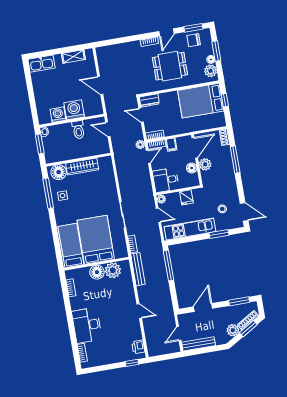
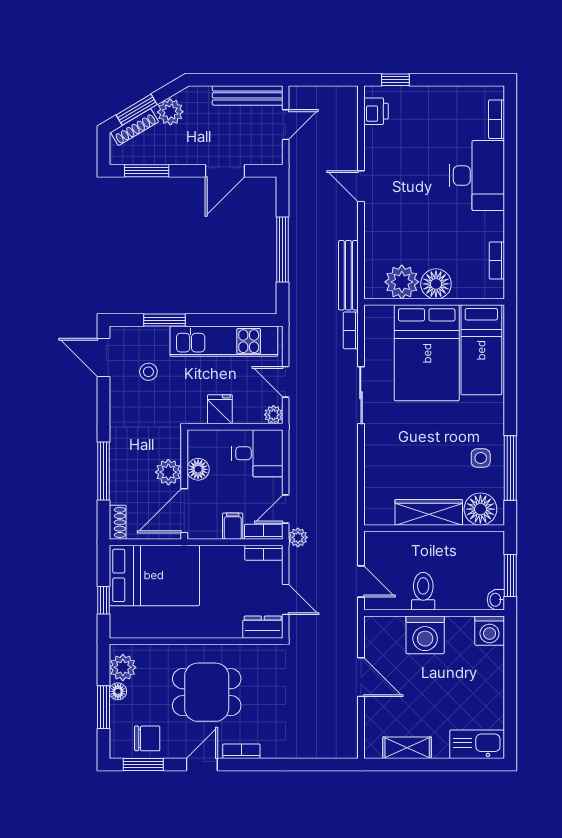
bed: (201, 101) -> (154, 575), moved
washing machine: (58, 115) -> (490, 631), moved
window: (169, 266) -> (283, 250), moved

